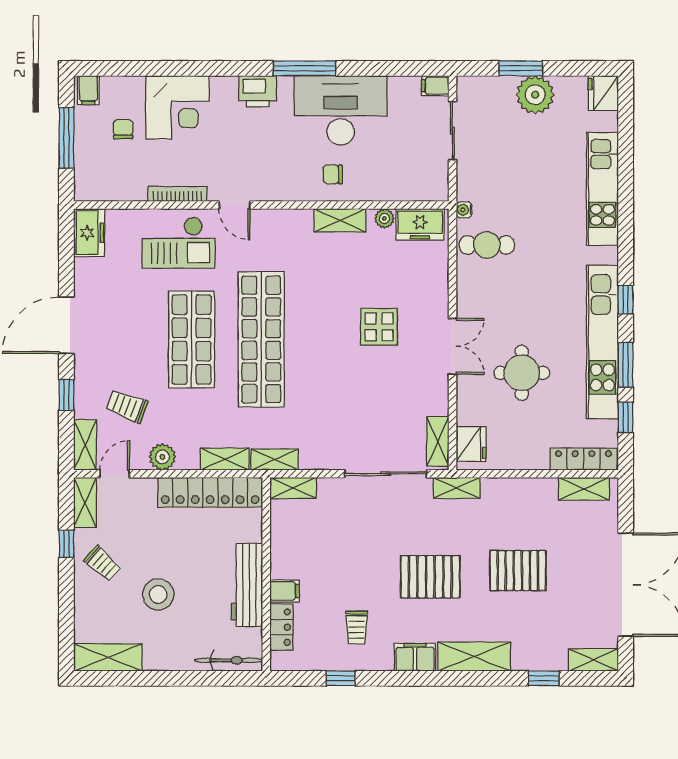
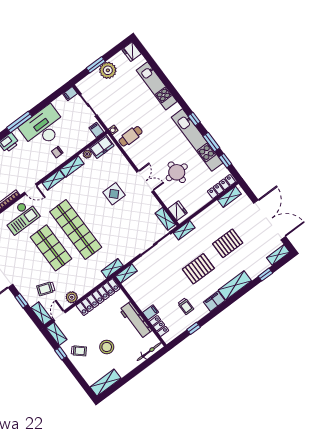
filing cabinet: (434, 187) -> (96, 130), added
shelving: (225, 459) -> (53, 180), moved

